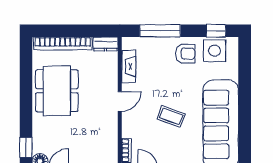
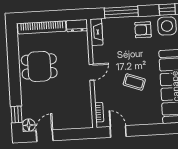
armchair: (185, 54) -> (143, 30), turned 180
fireplace: (129, 66) -> (96, 32), moved
dining table: (57, 91) -> (39, 66), width x0.73

